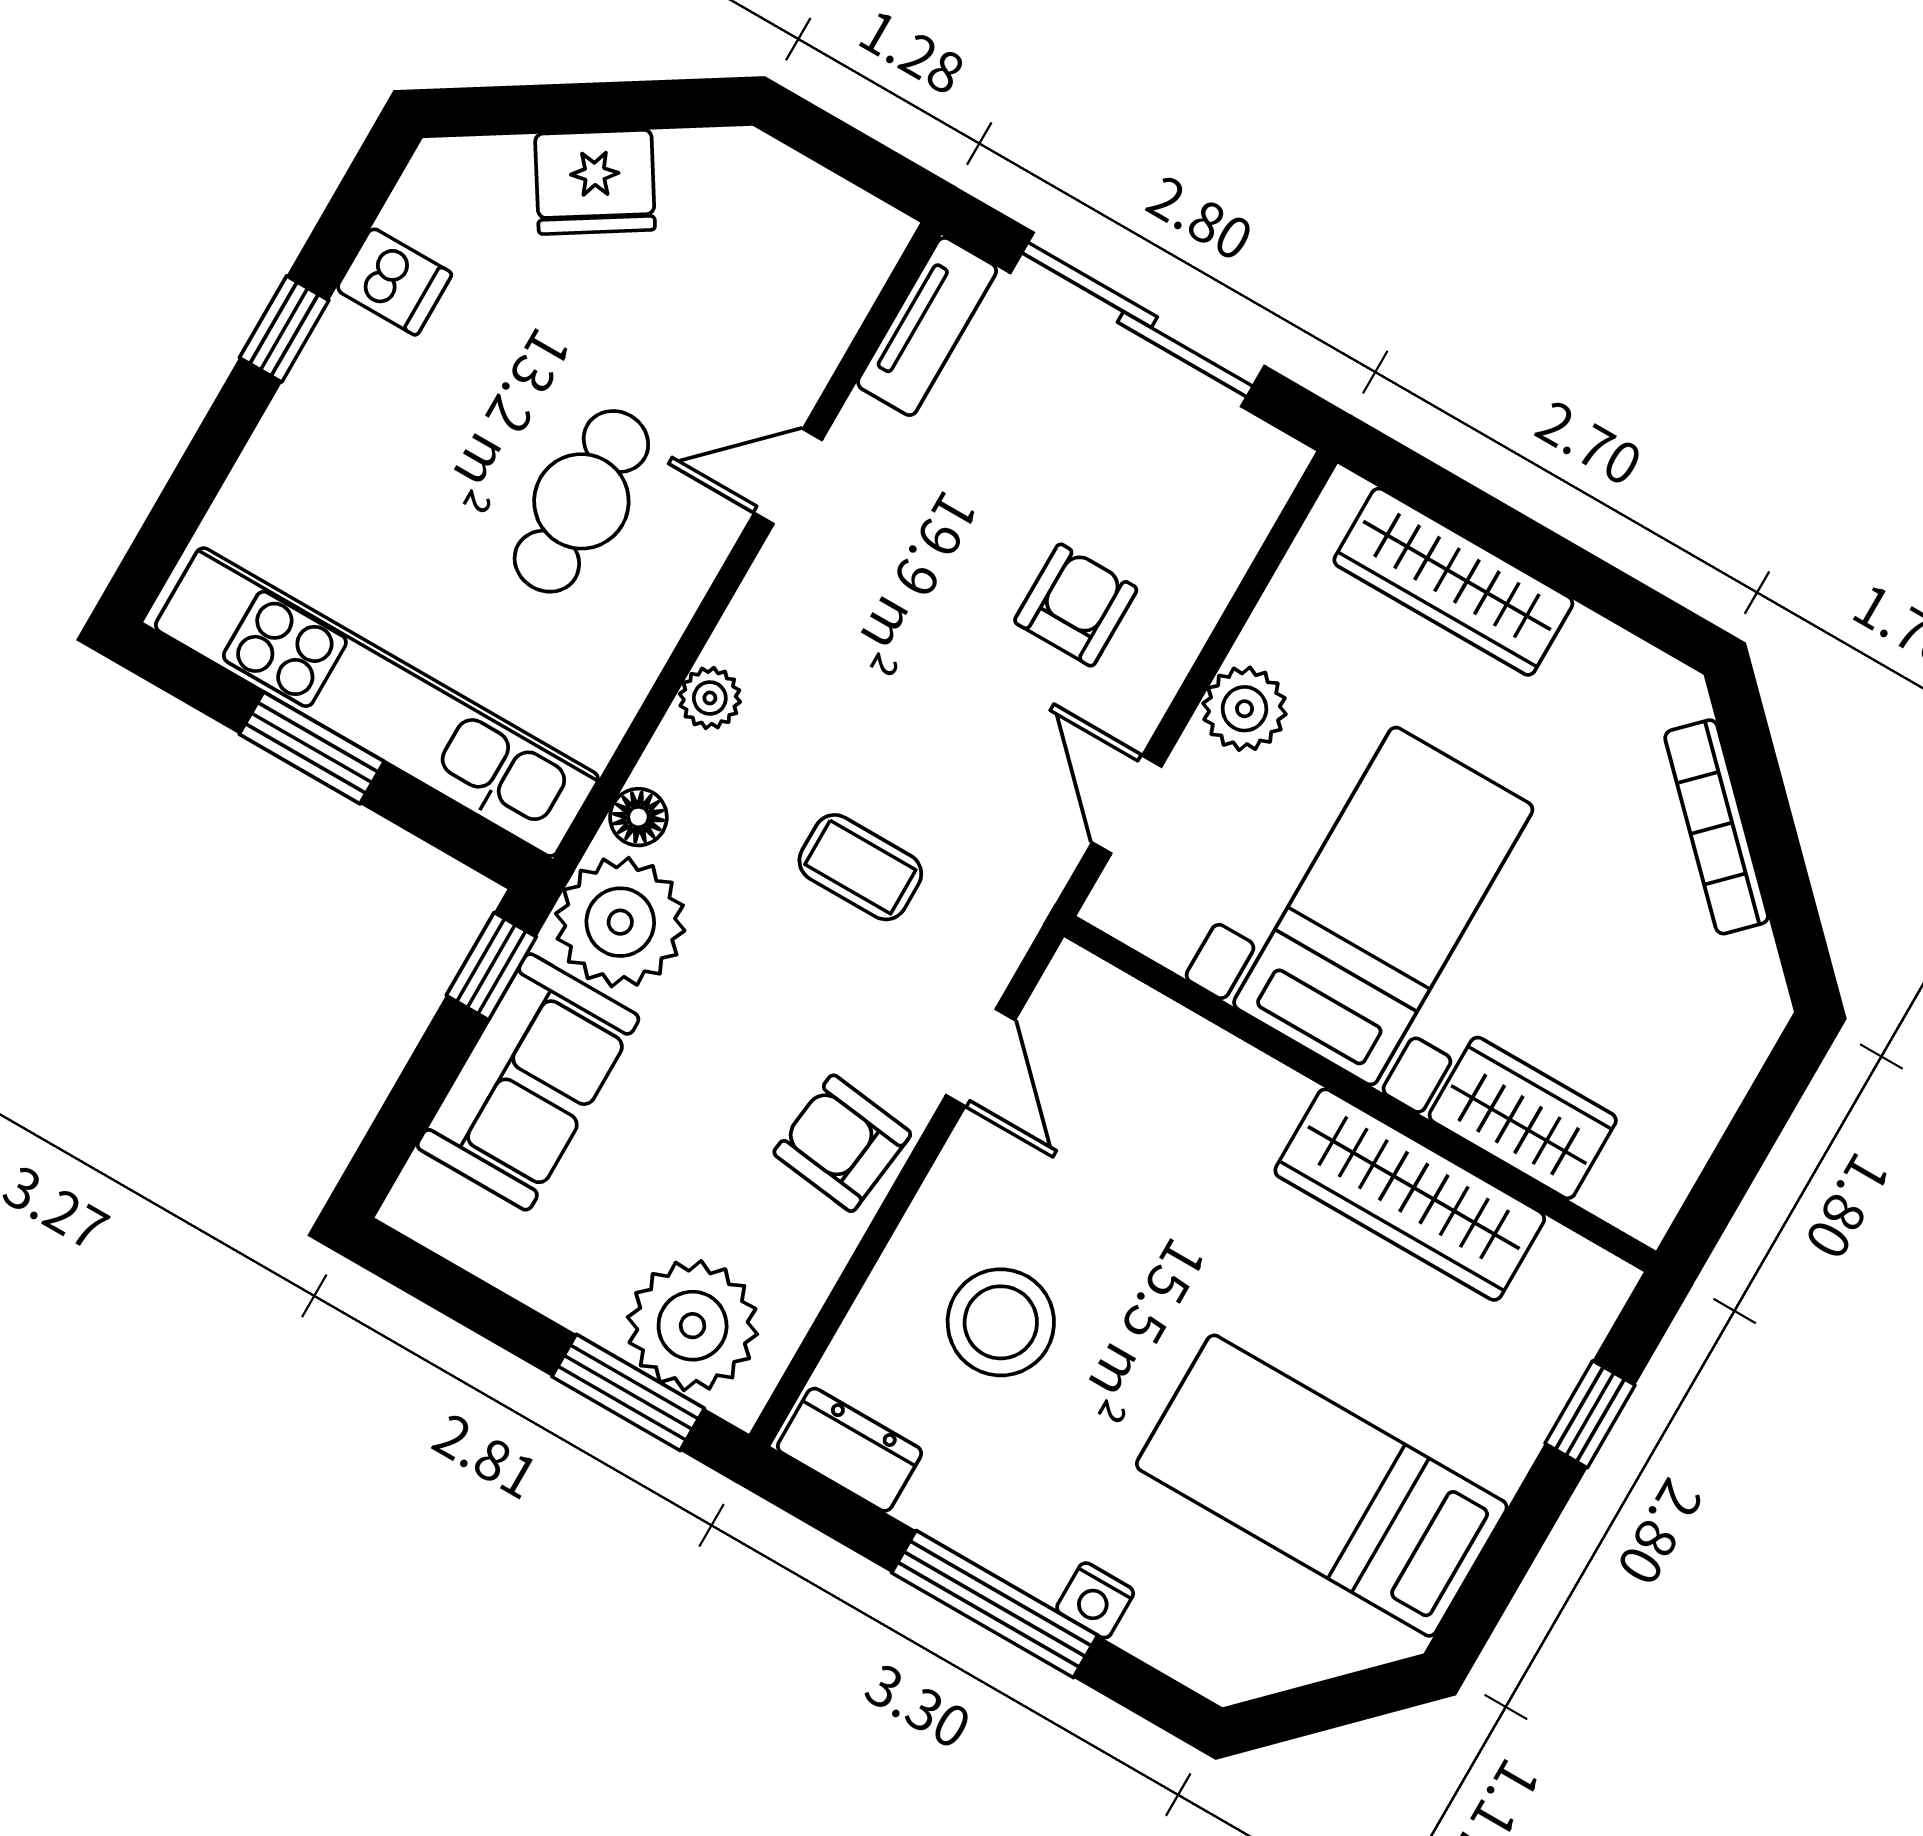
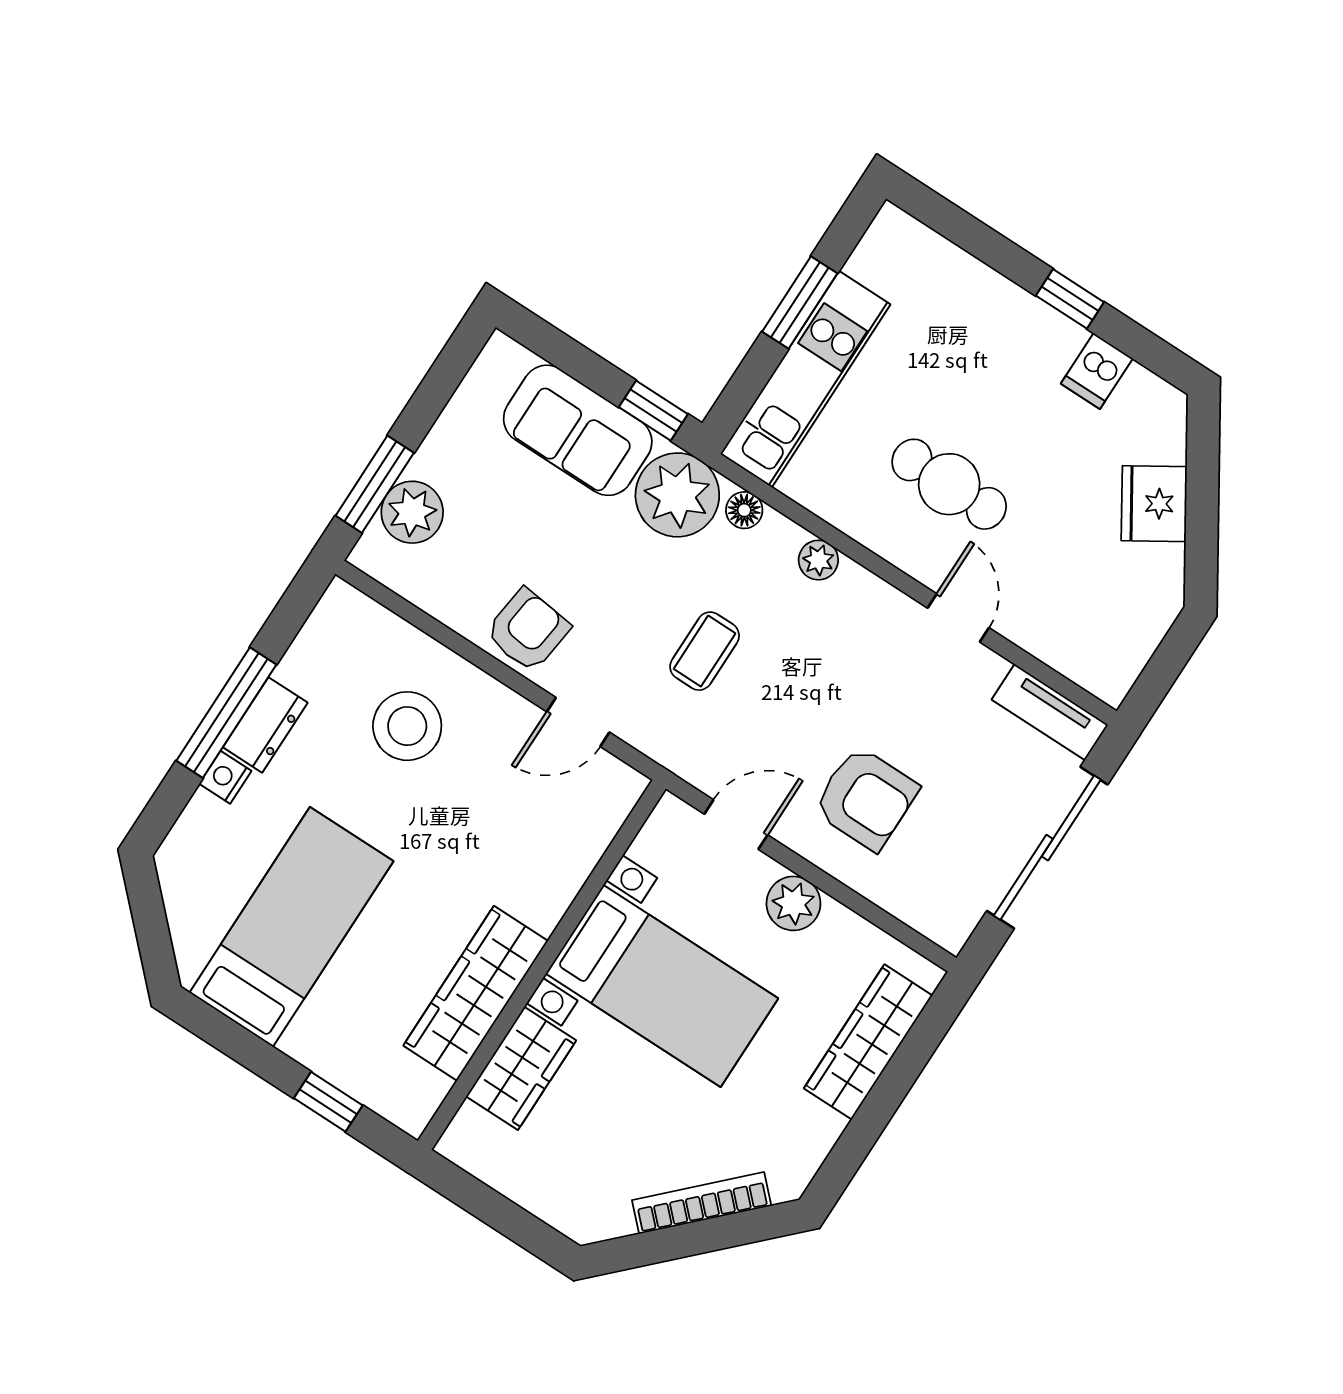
armchair: (1076, 605) -> (866, 798), width x1.38, depth x1.38
kitchen unit: (377, 702) -> (805, 379), width x0.73
plant: (693, 1326) -> (412, 512), width x0.73, depth x0.73
dresser: (850, 1450) -> (265, 725), moved

